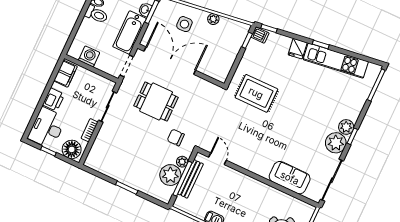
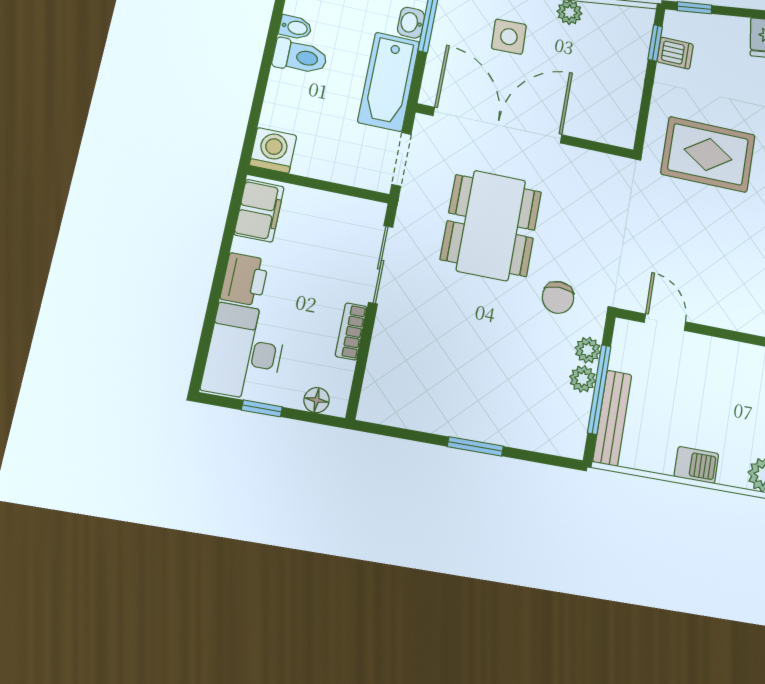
dishwasher: (260, 35) -> (675, 53), moved
washing machine: (89, 56) -> (273, 150), moved
dining table: (156, 102) -> (491, 225), width x1.38
chair: (176, 137) -> (558, 297), turned -90
floor lamp: (72, 149) -> (317, 400), width x0.53, depth x0.53
plant: (170, 175) -> (583, 379), width x0.53, depth x0.53
bench: (191, 179) -> (612, 418), moved

